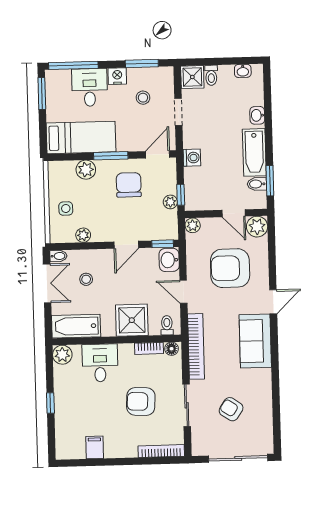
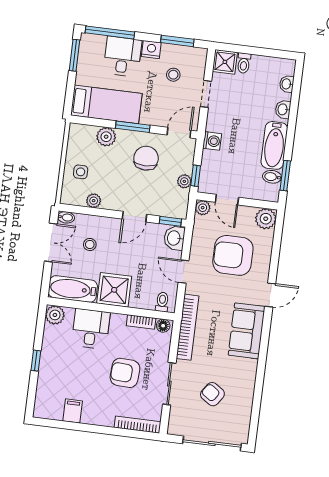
washbasin: (243, 71) -> (287, 84), moved, turned 90
door: (234, 213) -> (227, 200), moved
shower: (132, 320) -> (114, 290), moved

